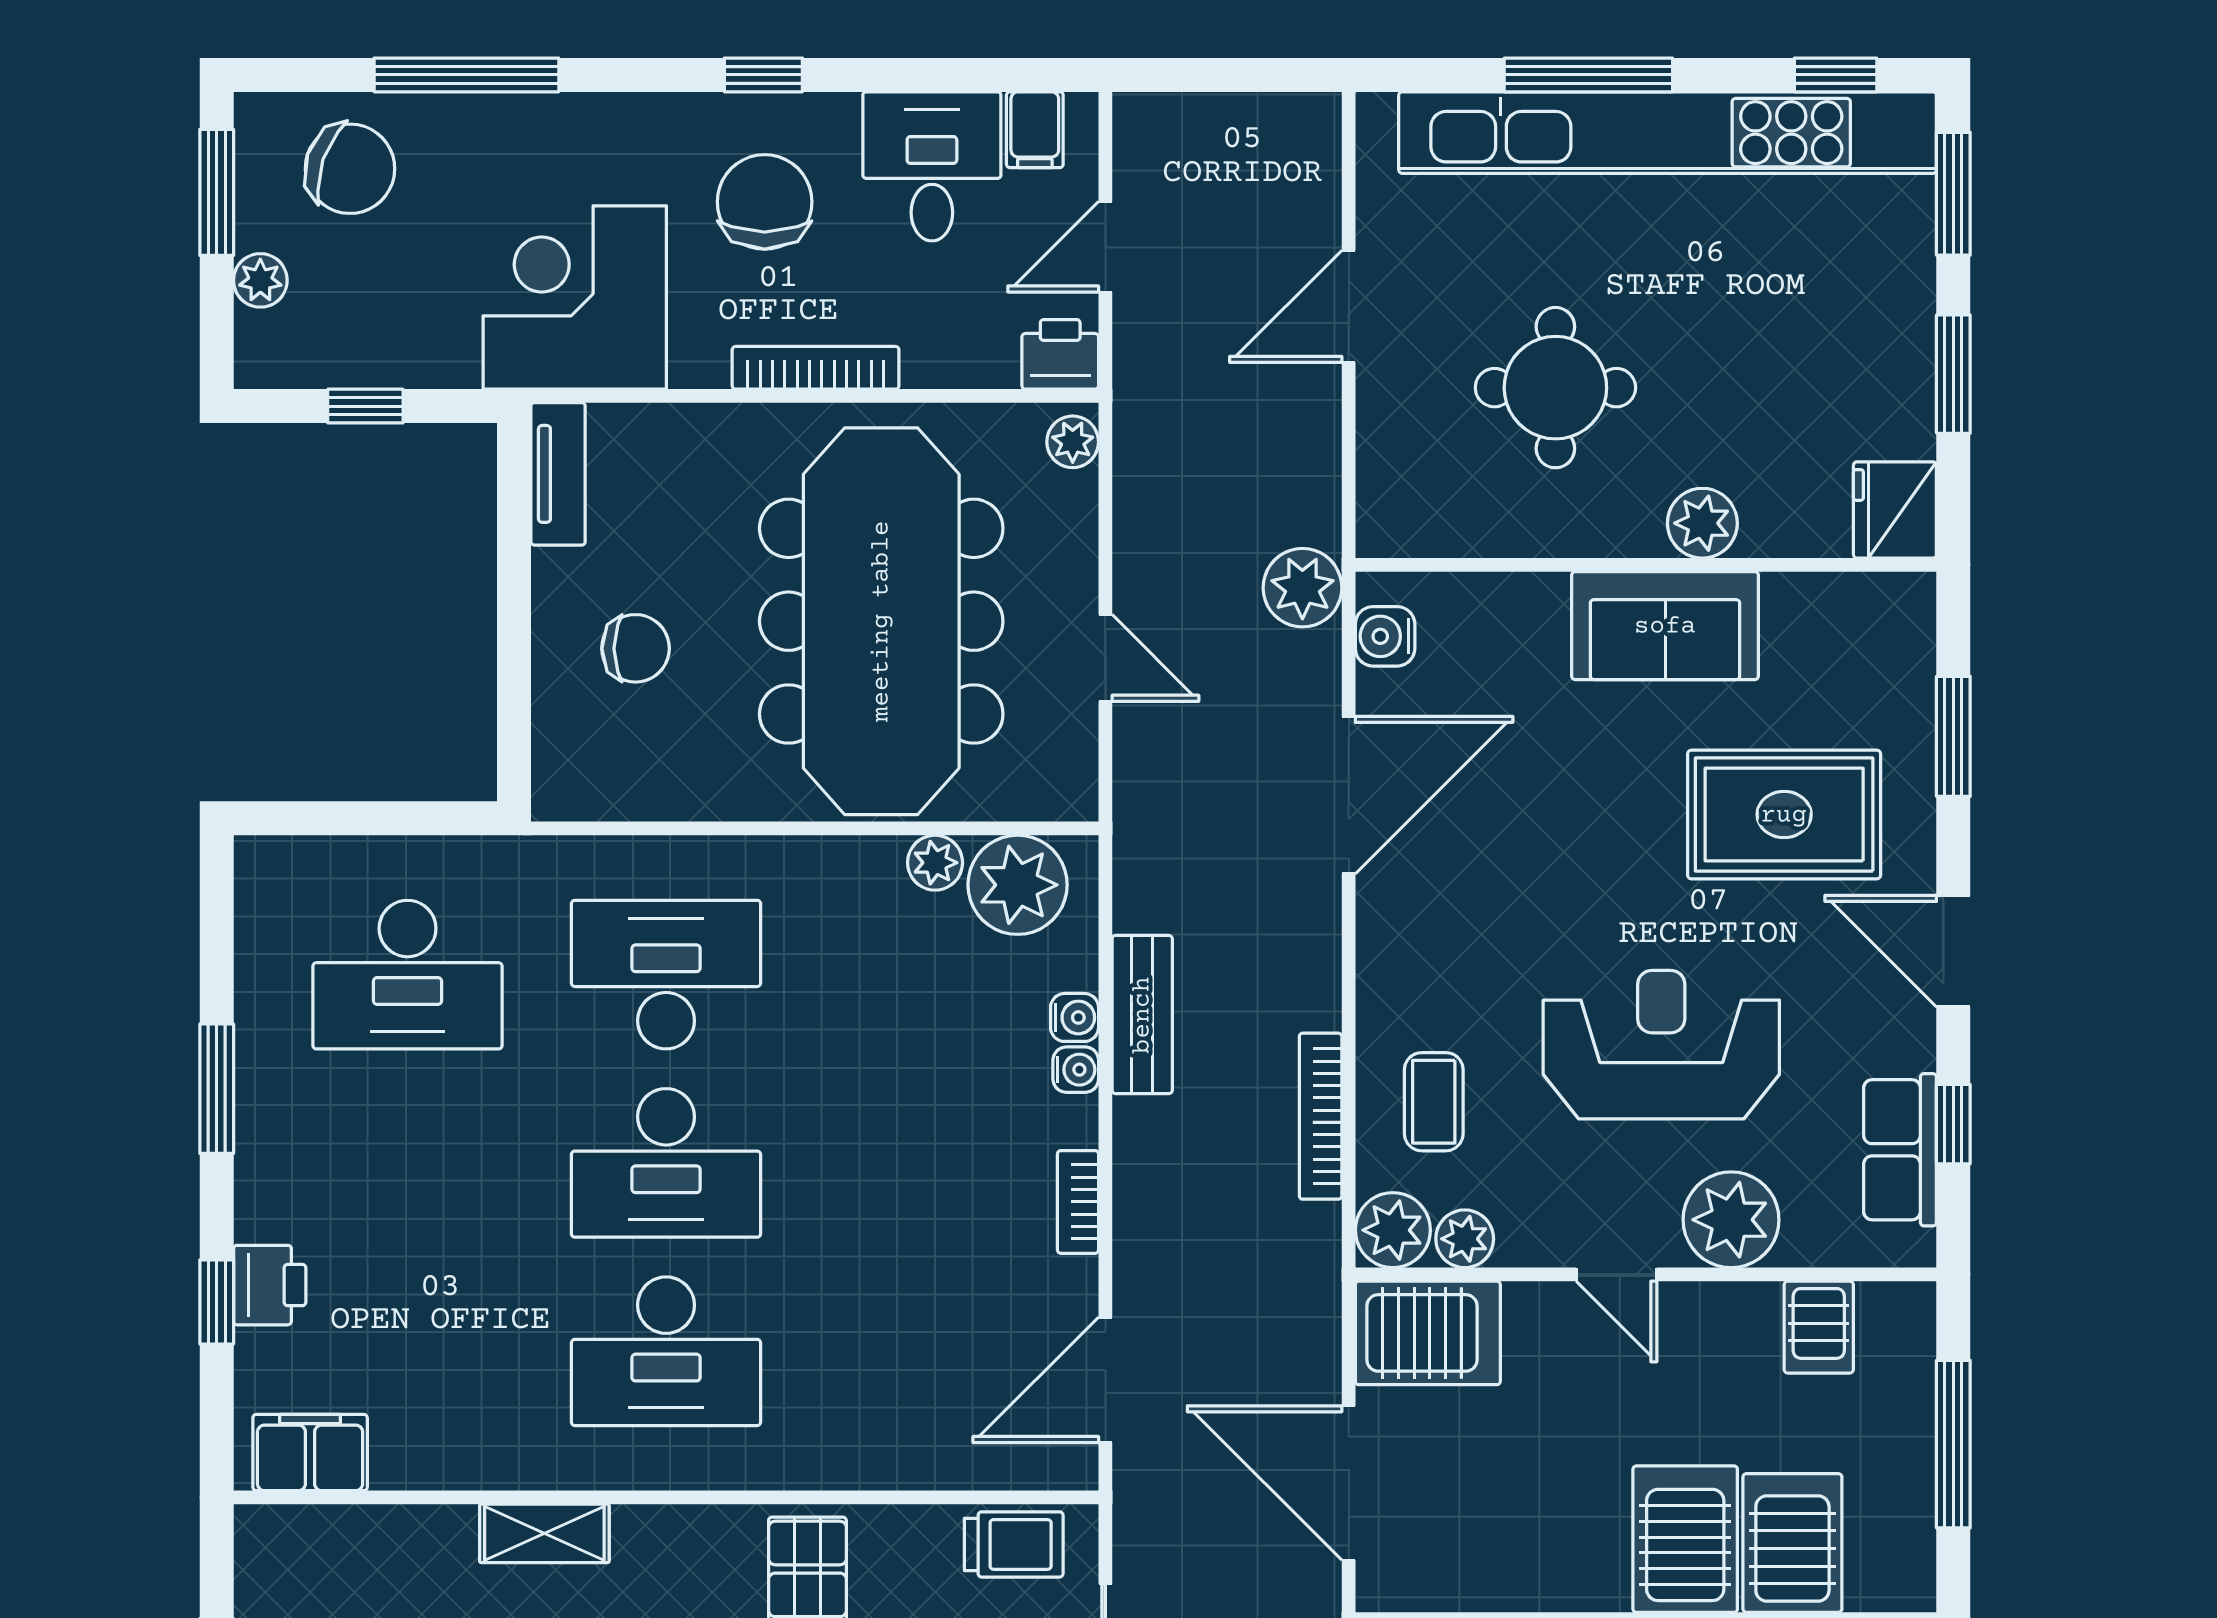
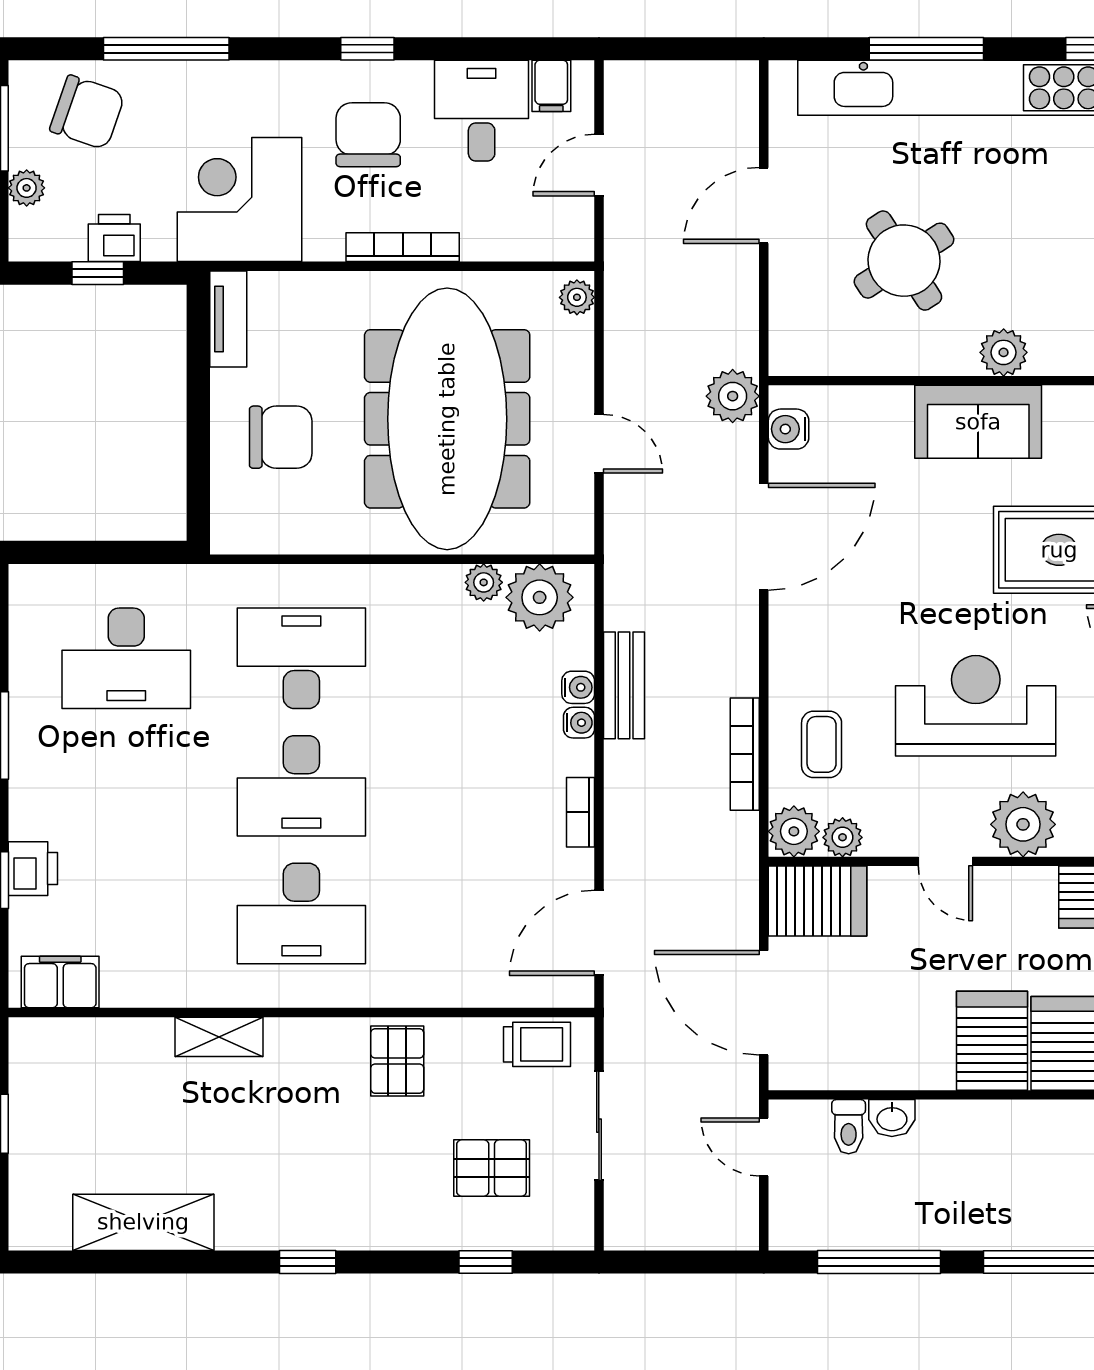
printer: (1060, 354) -> (114, 238), moved
round table: (1555, 388) -> (904, 261), turned -33
chair: (636, 648) -> (281, 437), width x1.37, depth x1.37

